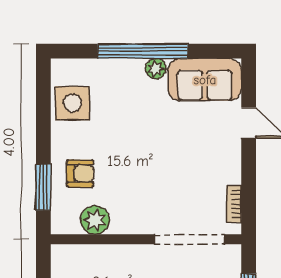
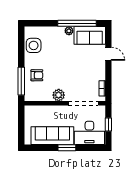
window: (143, 51) -> (77, 23), moved
window: (43, 187) -> (21, 81), width x1.44
plant: (95, 220) -> (59, 95), moved

